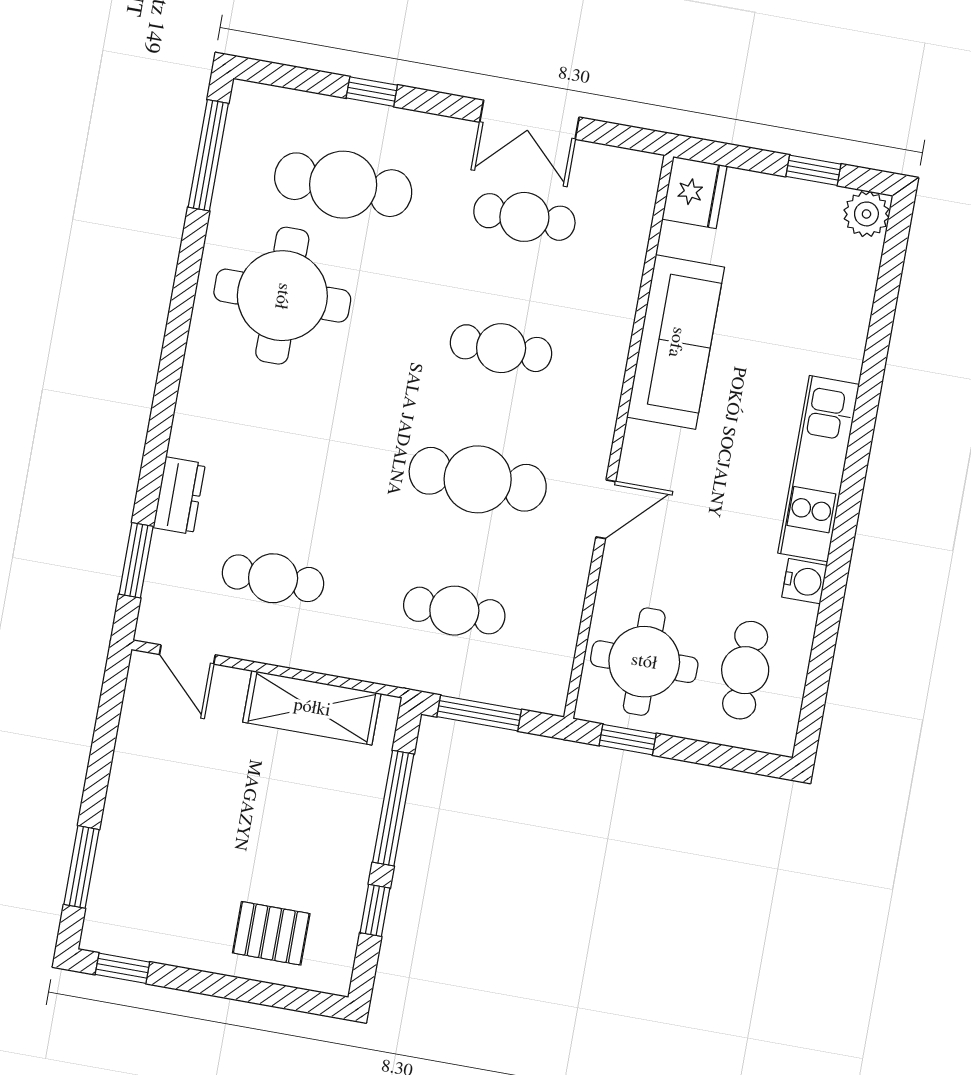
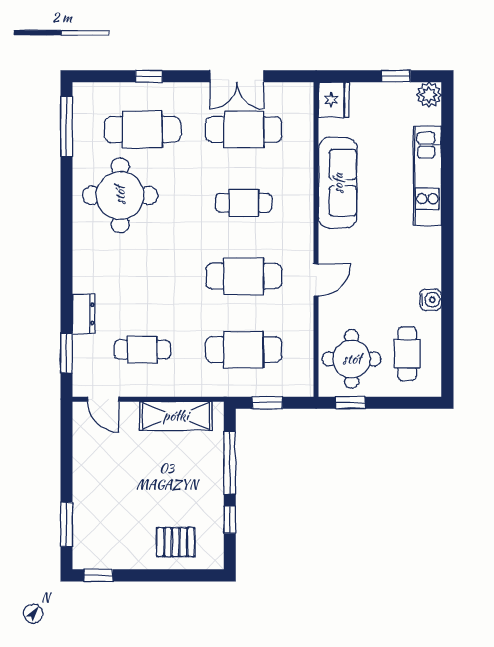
cafe table: (524, 217) -> (244, 129), width x1.37, depth x1.35
kitchen unit: (819, 469) -> (427, 176), moved
cafe table: (454, 611) -> (244, 350), width x1.37, depth x1.35
window: (479, 713) -> (267, 403), width x0.67

